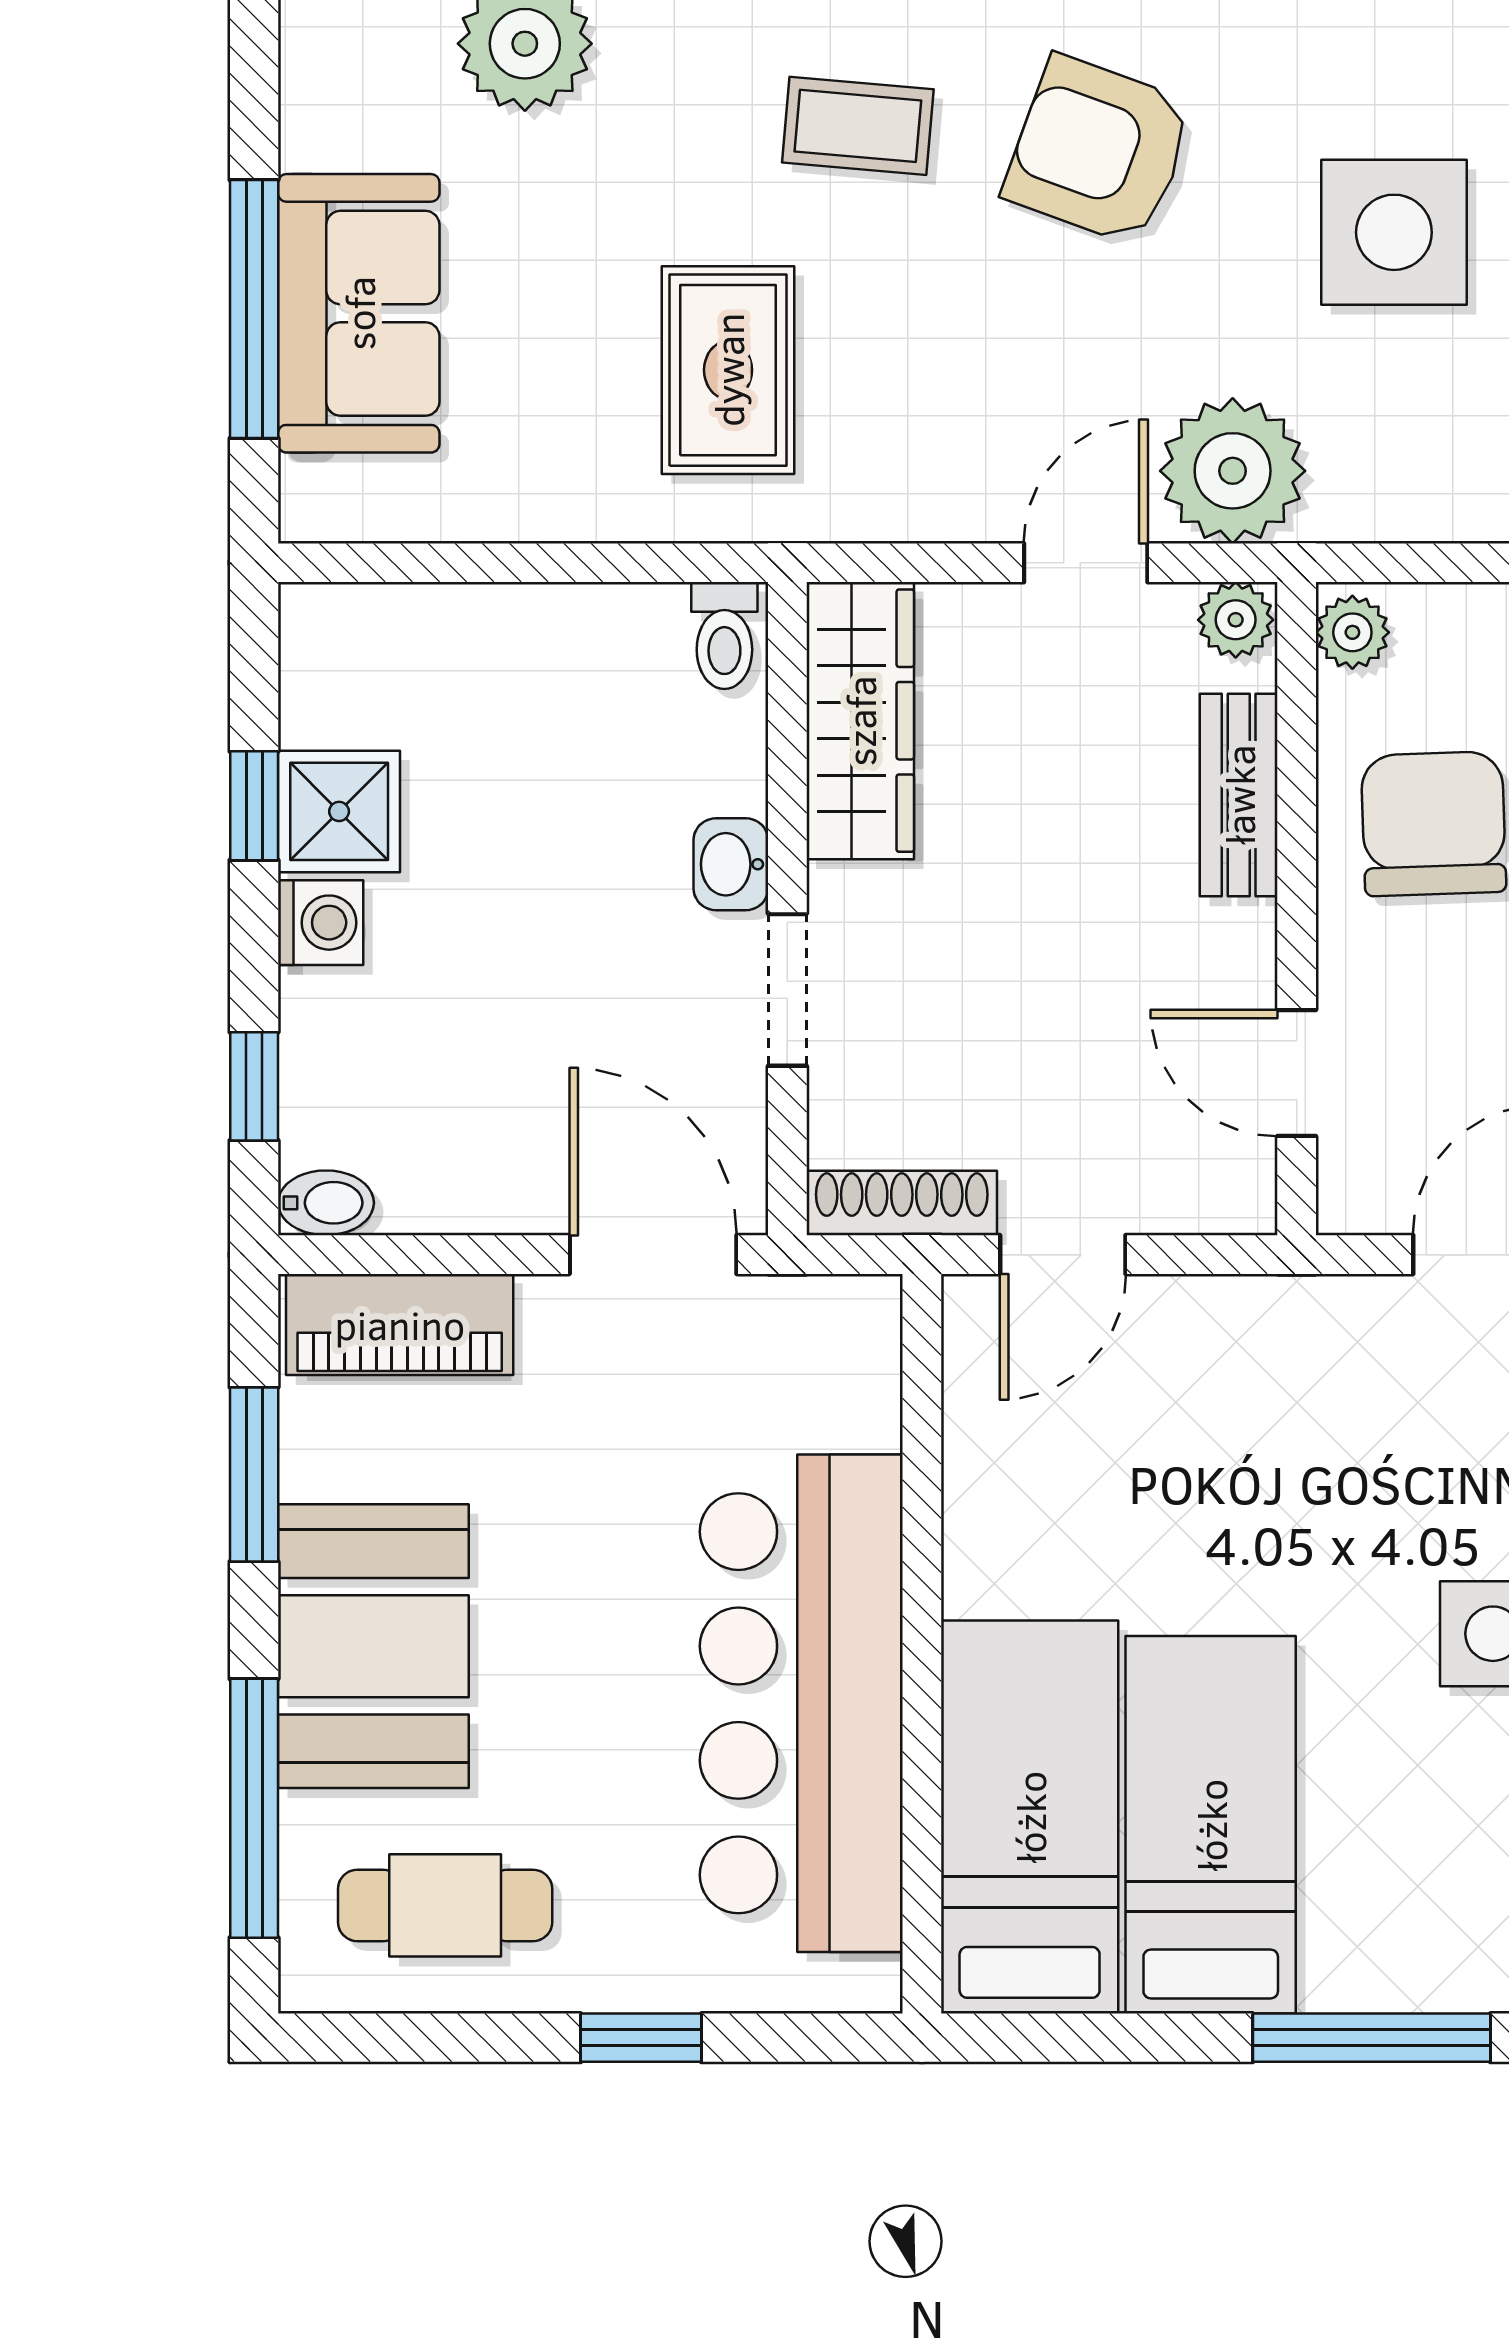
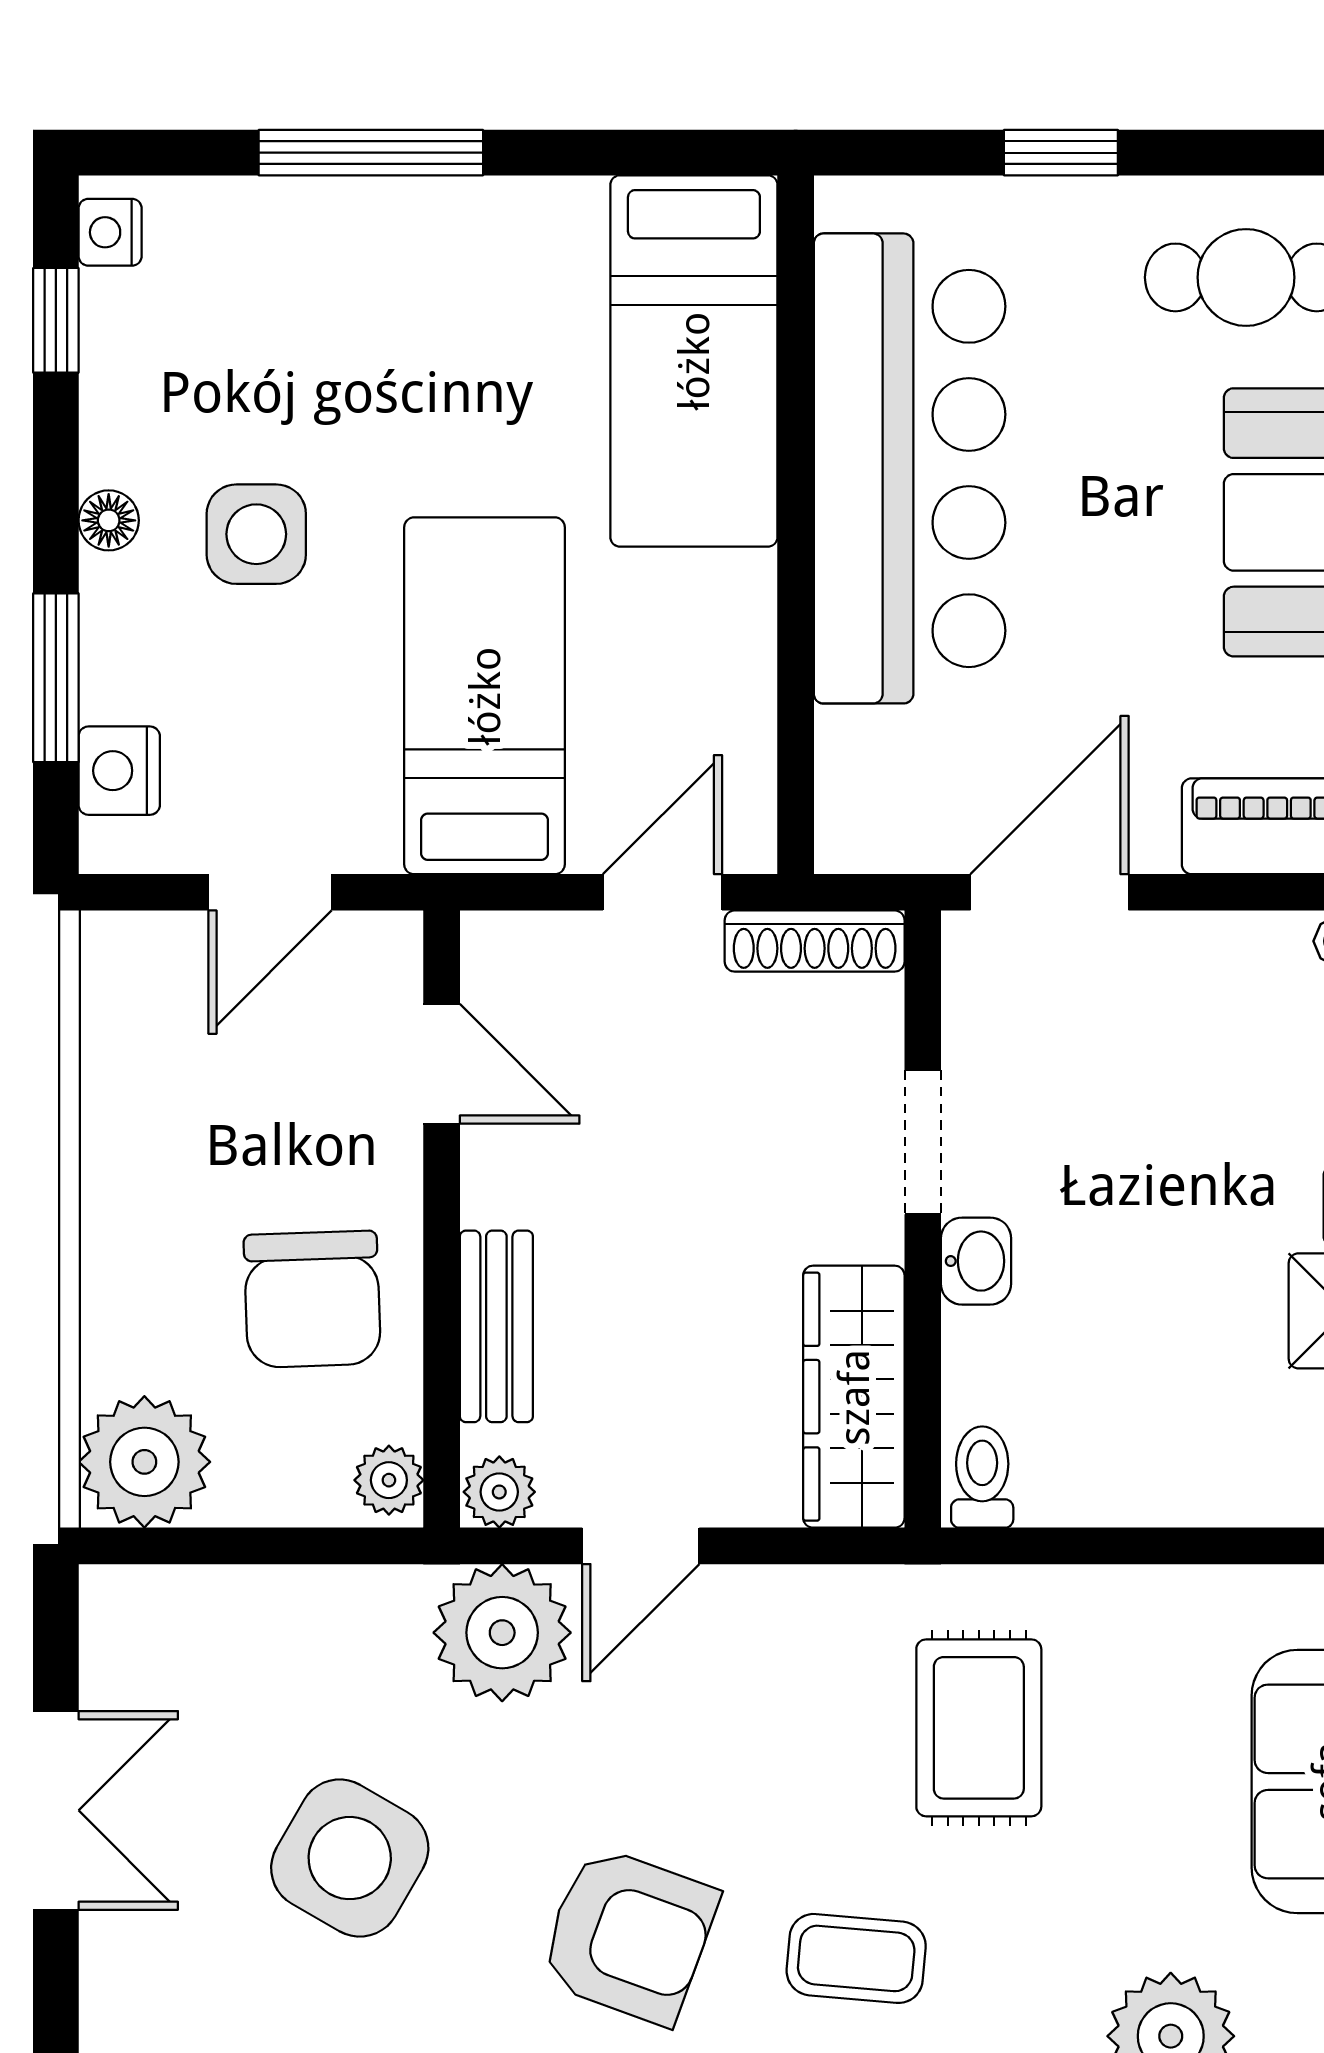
side table: (1394, 232) -> (350, 1858), turned 30
door: (653, 1255) -> (1050, 892), swing flipped
bed: (1211, 1825) -> (485, 696), moved, turned 180

